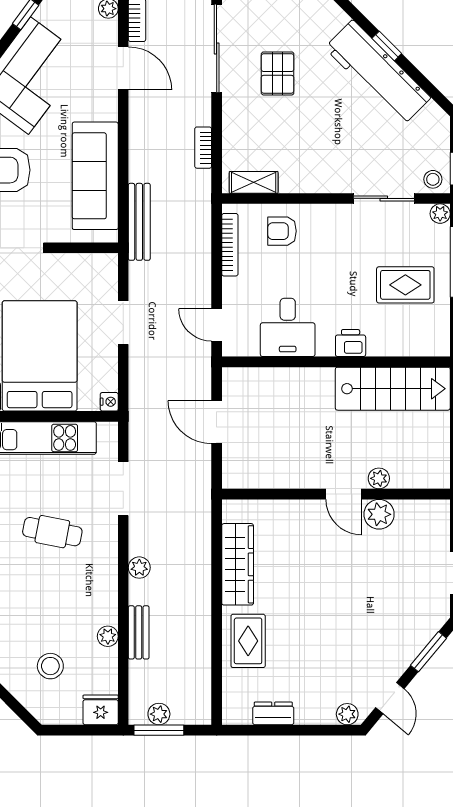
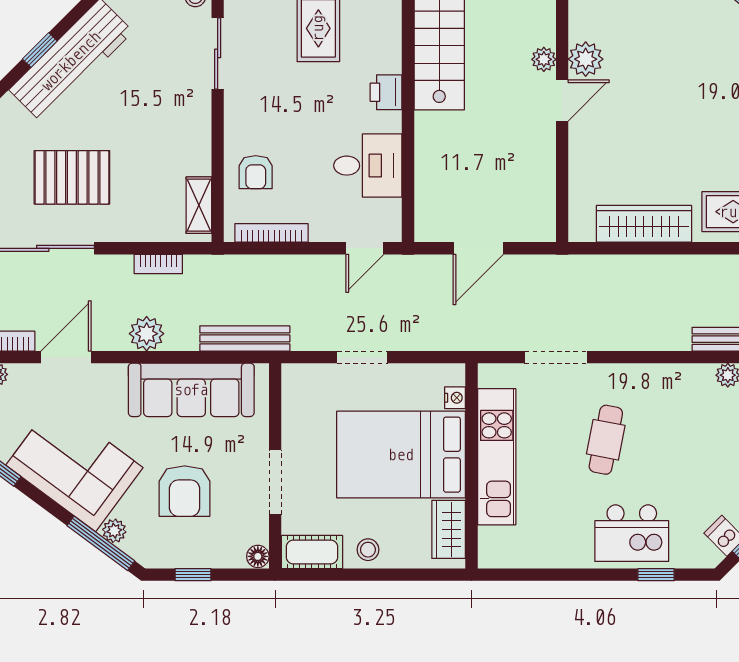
pallet: (278, 73) -> (72, 177), width x1.50, depth x1.42
nightstand: (109, 402) -> (455, 398), moved, turned 90
plant: (139, 568) -> (147, 334), moved, width x1.38, depth x1.38

